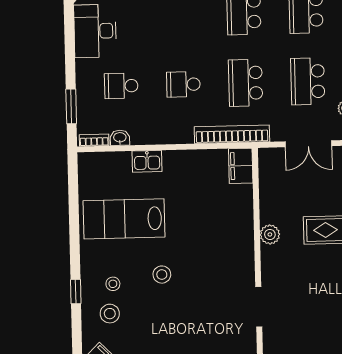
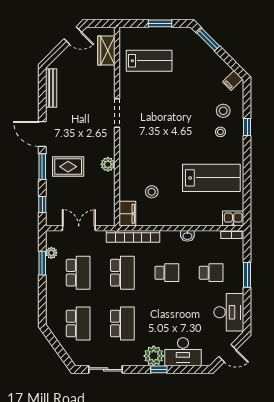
window: (71, 106) -> (247, 275), moved
washbasin: (120, 138) -> (187, 236), moved
kitchen sink: (147, 161) -> (233, 219), moved
stool: (162, 275) -> (152, 192), moved

